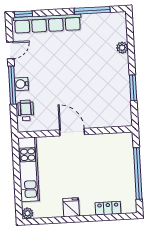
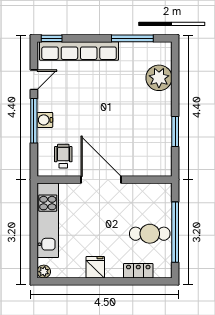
plant: (122, 48) -> (159, 78), width x1.88, depth x1.88
wheelchair: (26, 110) -> (63, 156), moved
door: (72, 132) -> (101, 180), width x1.36
cafe table: (116, 176) -> (150, 234), added

